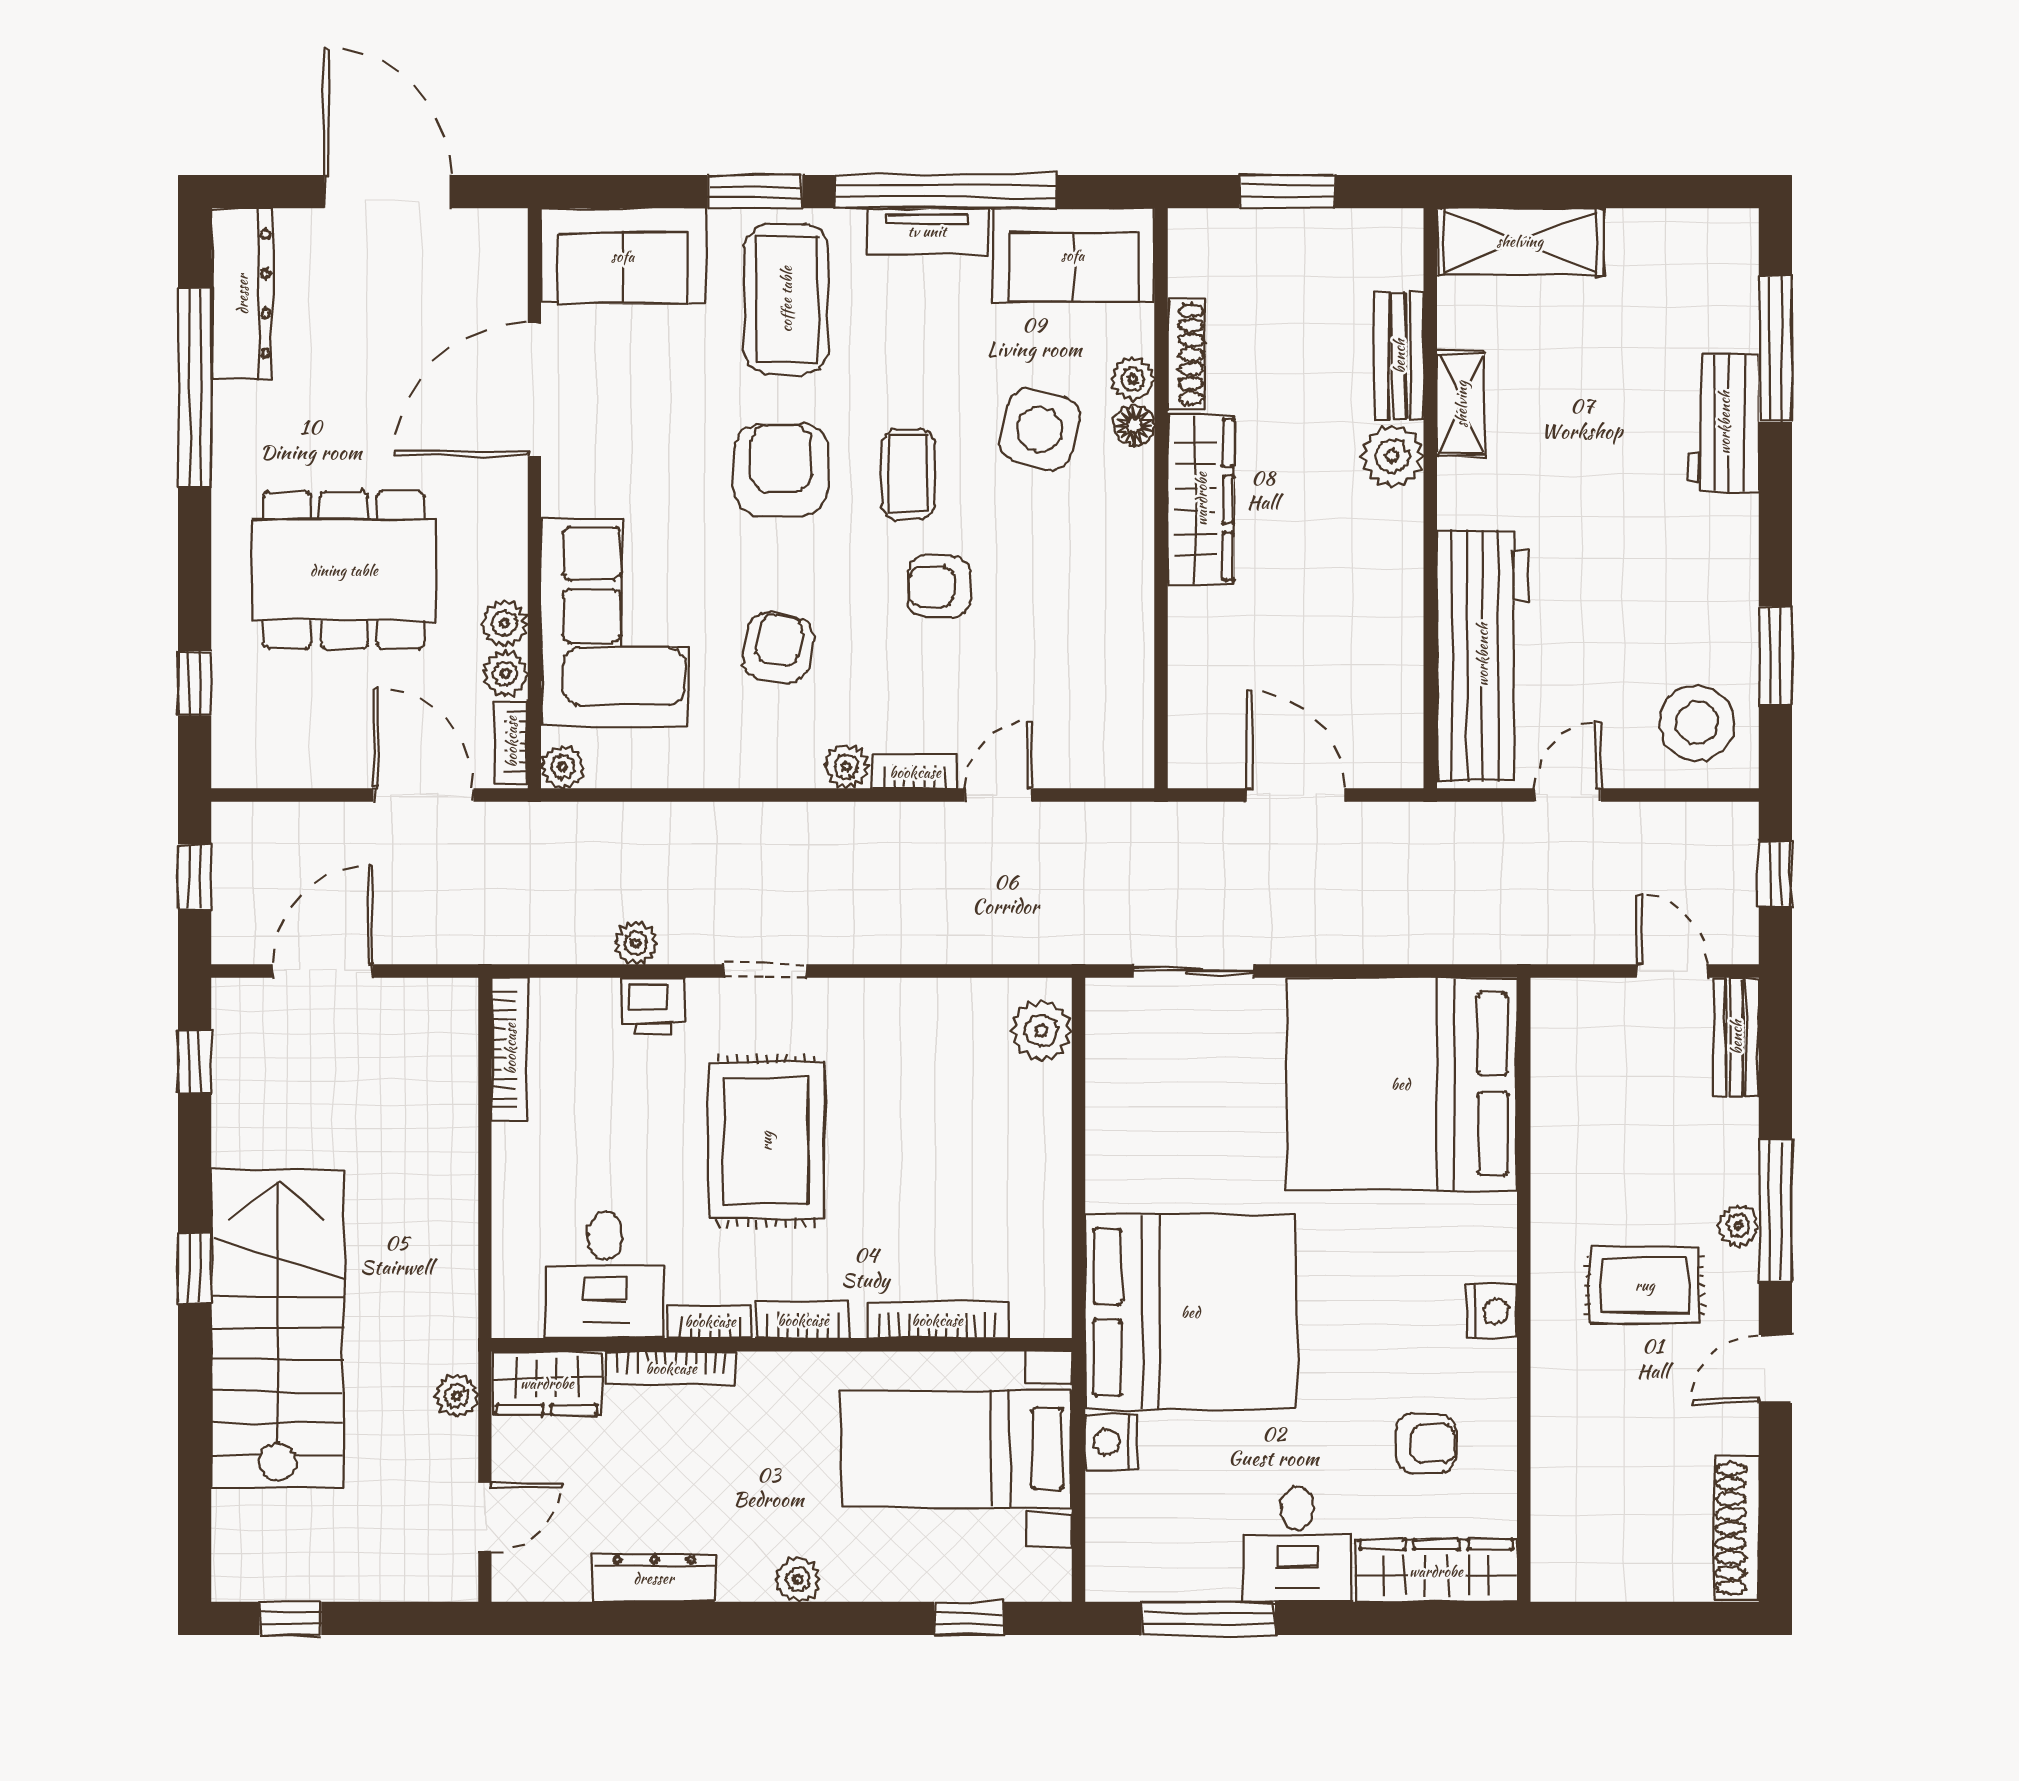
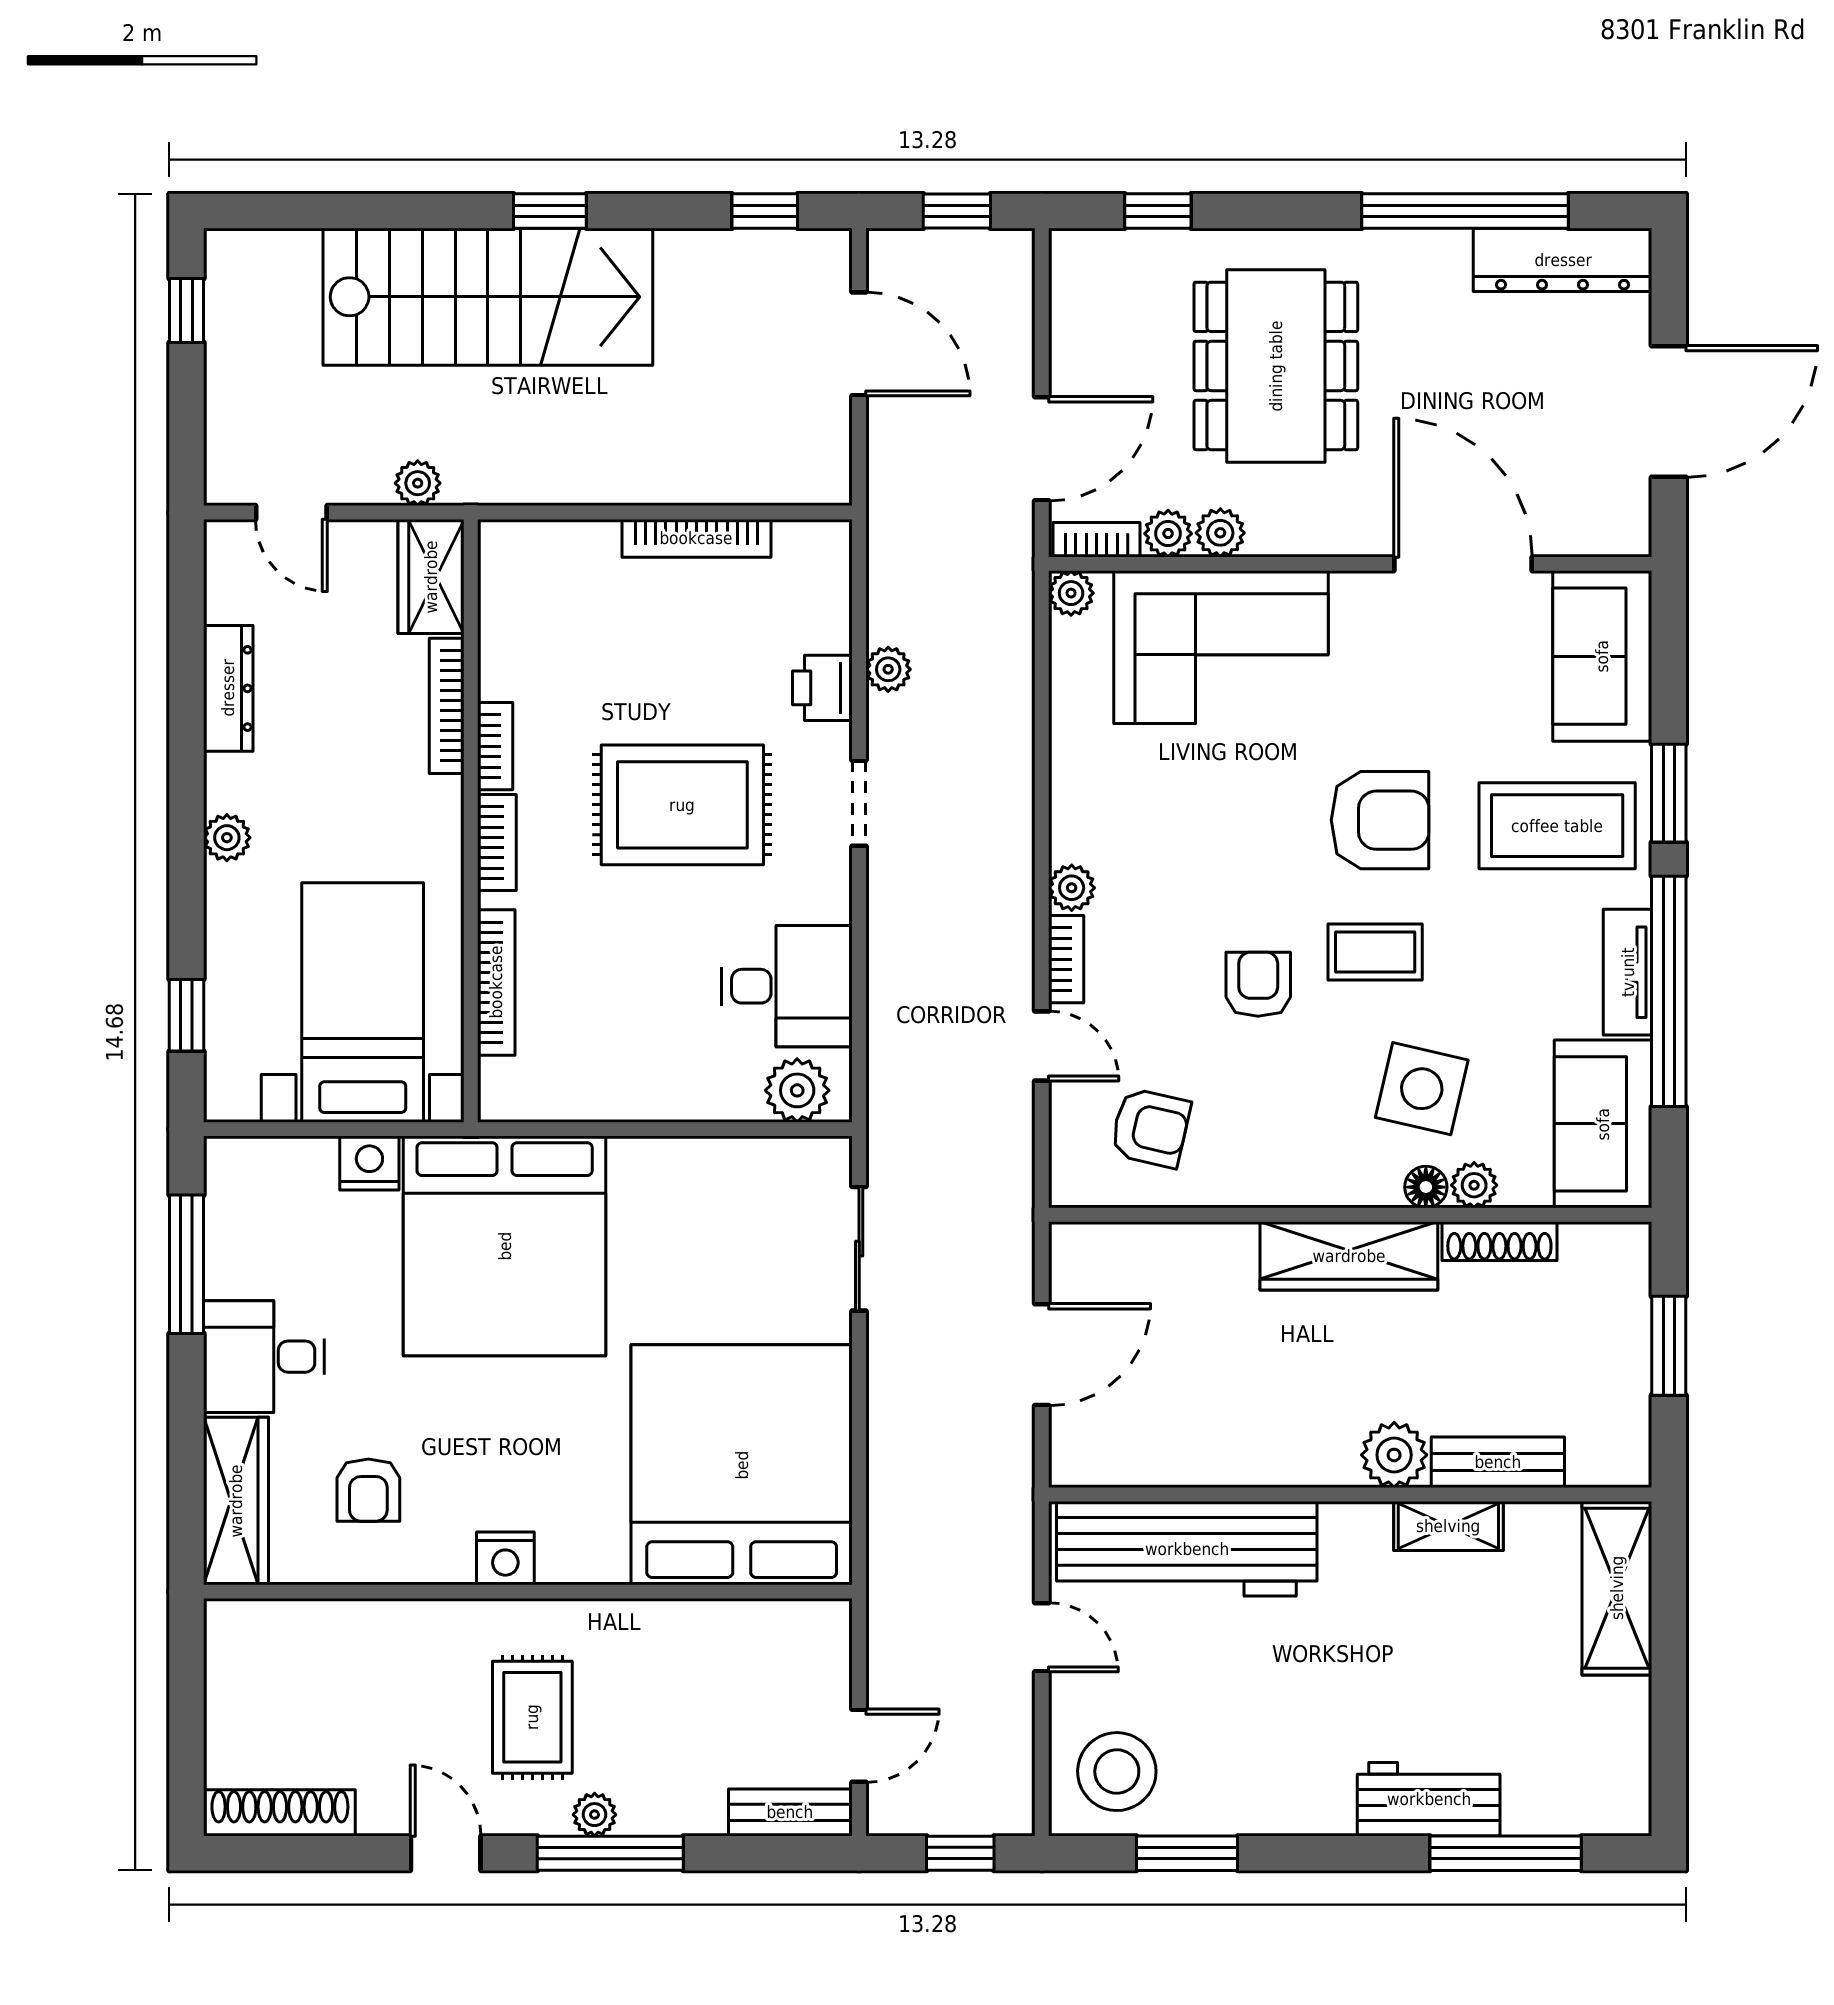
armchair: (778, 648) -> (1150, 1128), moved
bookcase: (510, 1049) -> (696, 538), moved
desk: (605, 1275) -> (787, 986), moved, turned 180

